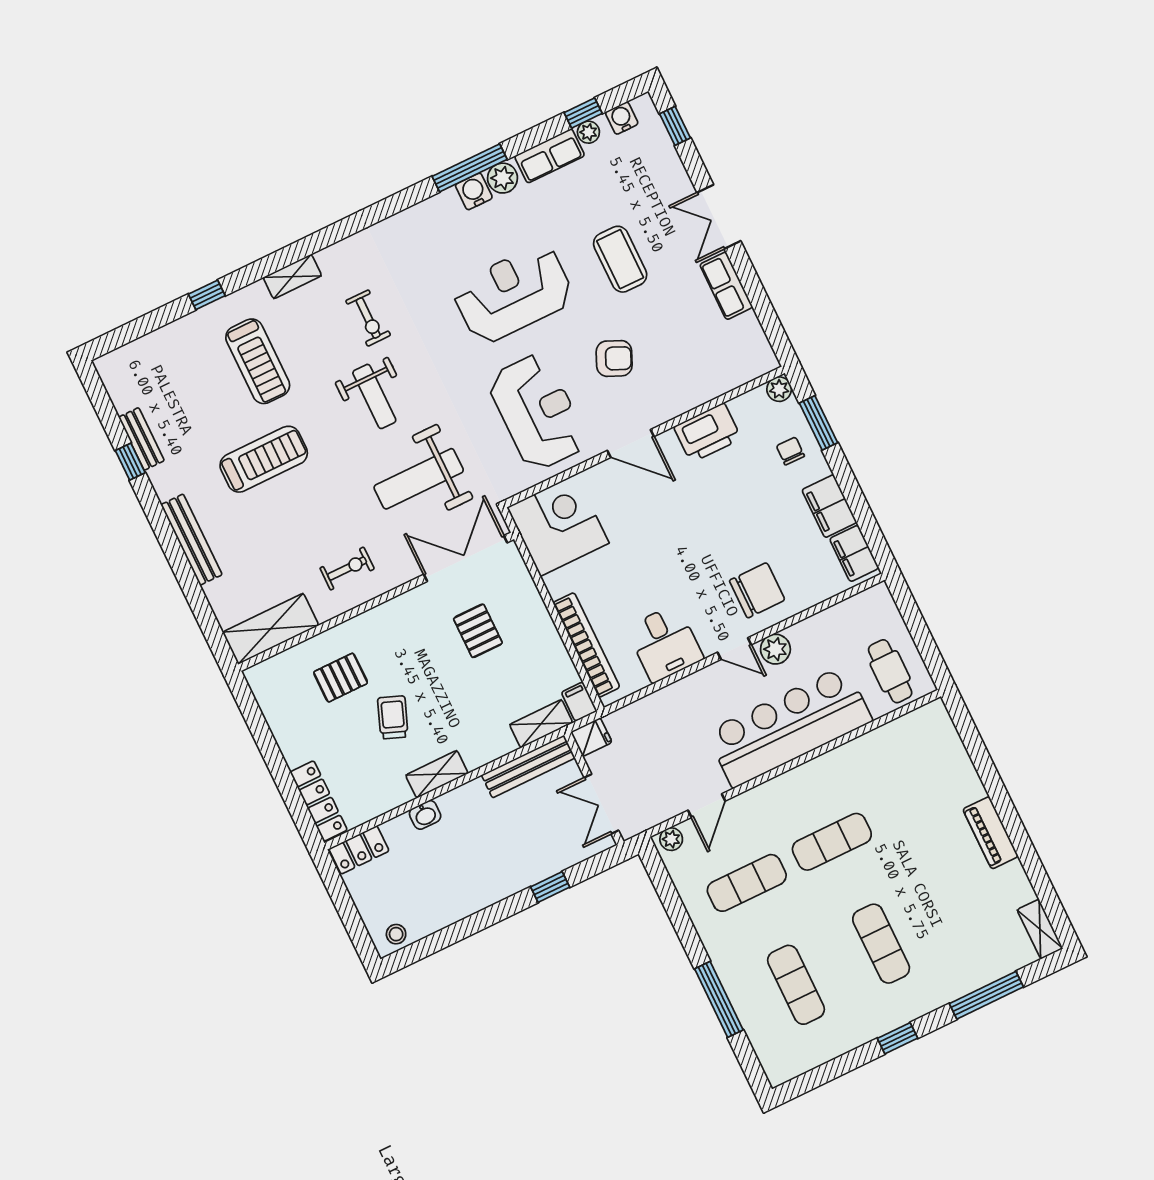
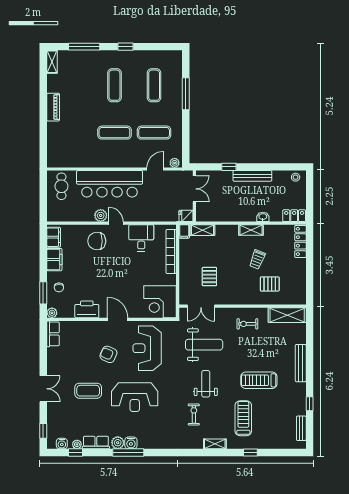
coffee table: (620, 259) -> (88, 391), turned 90
row of seats: (726, 286) -> (53, 334), moved
bench: (141, 439) -> (301, 428), moved
double door: (465, 558) -> (201, 306), width x0.73
bench: (528, 766) -> (252, 176), moved

